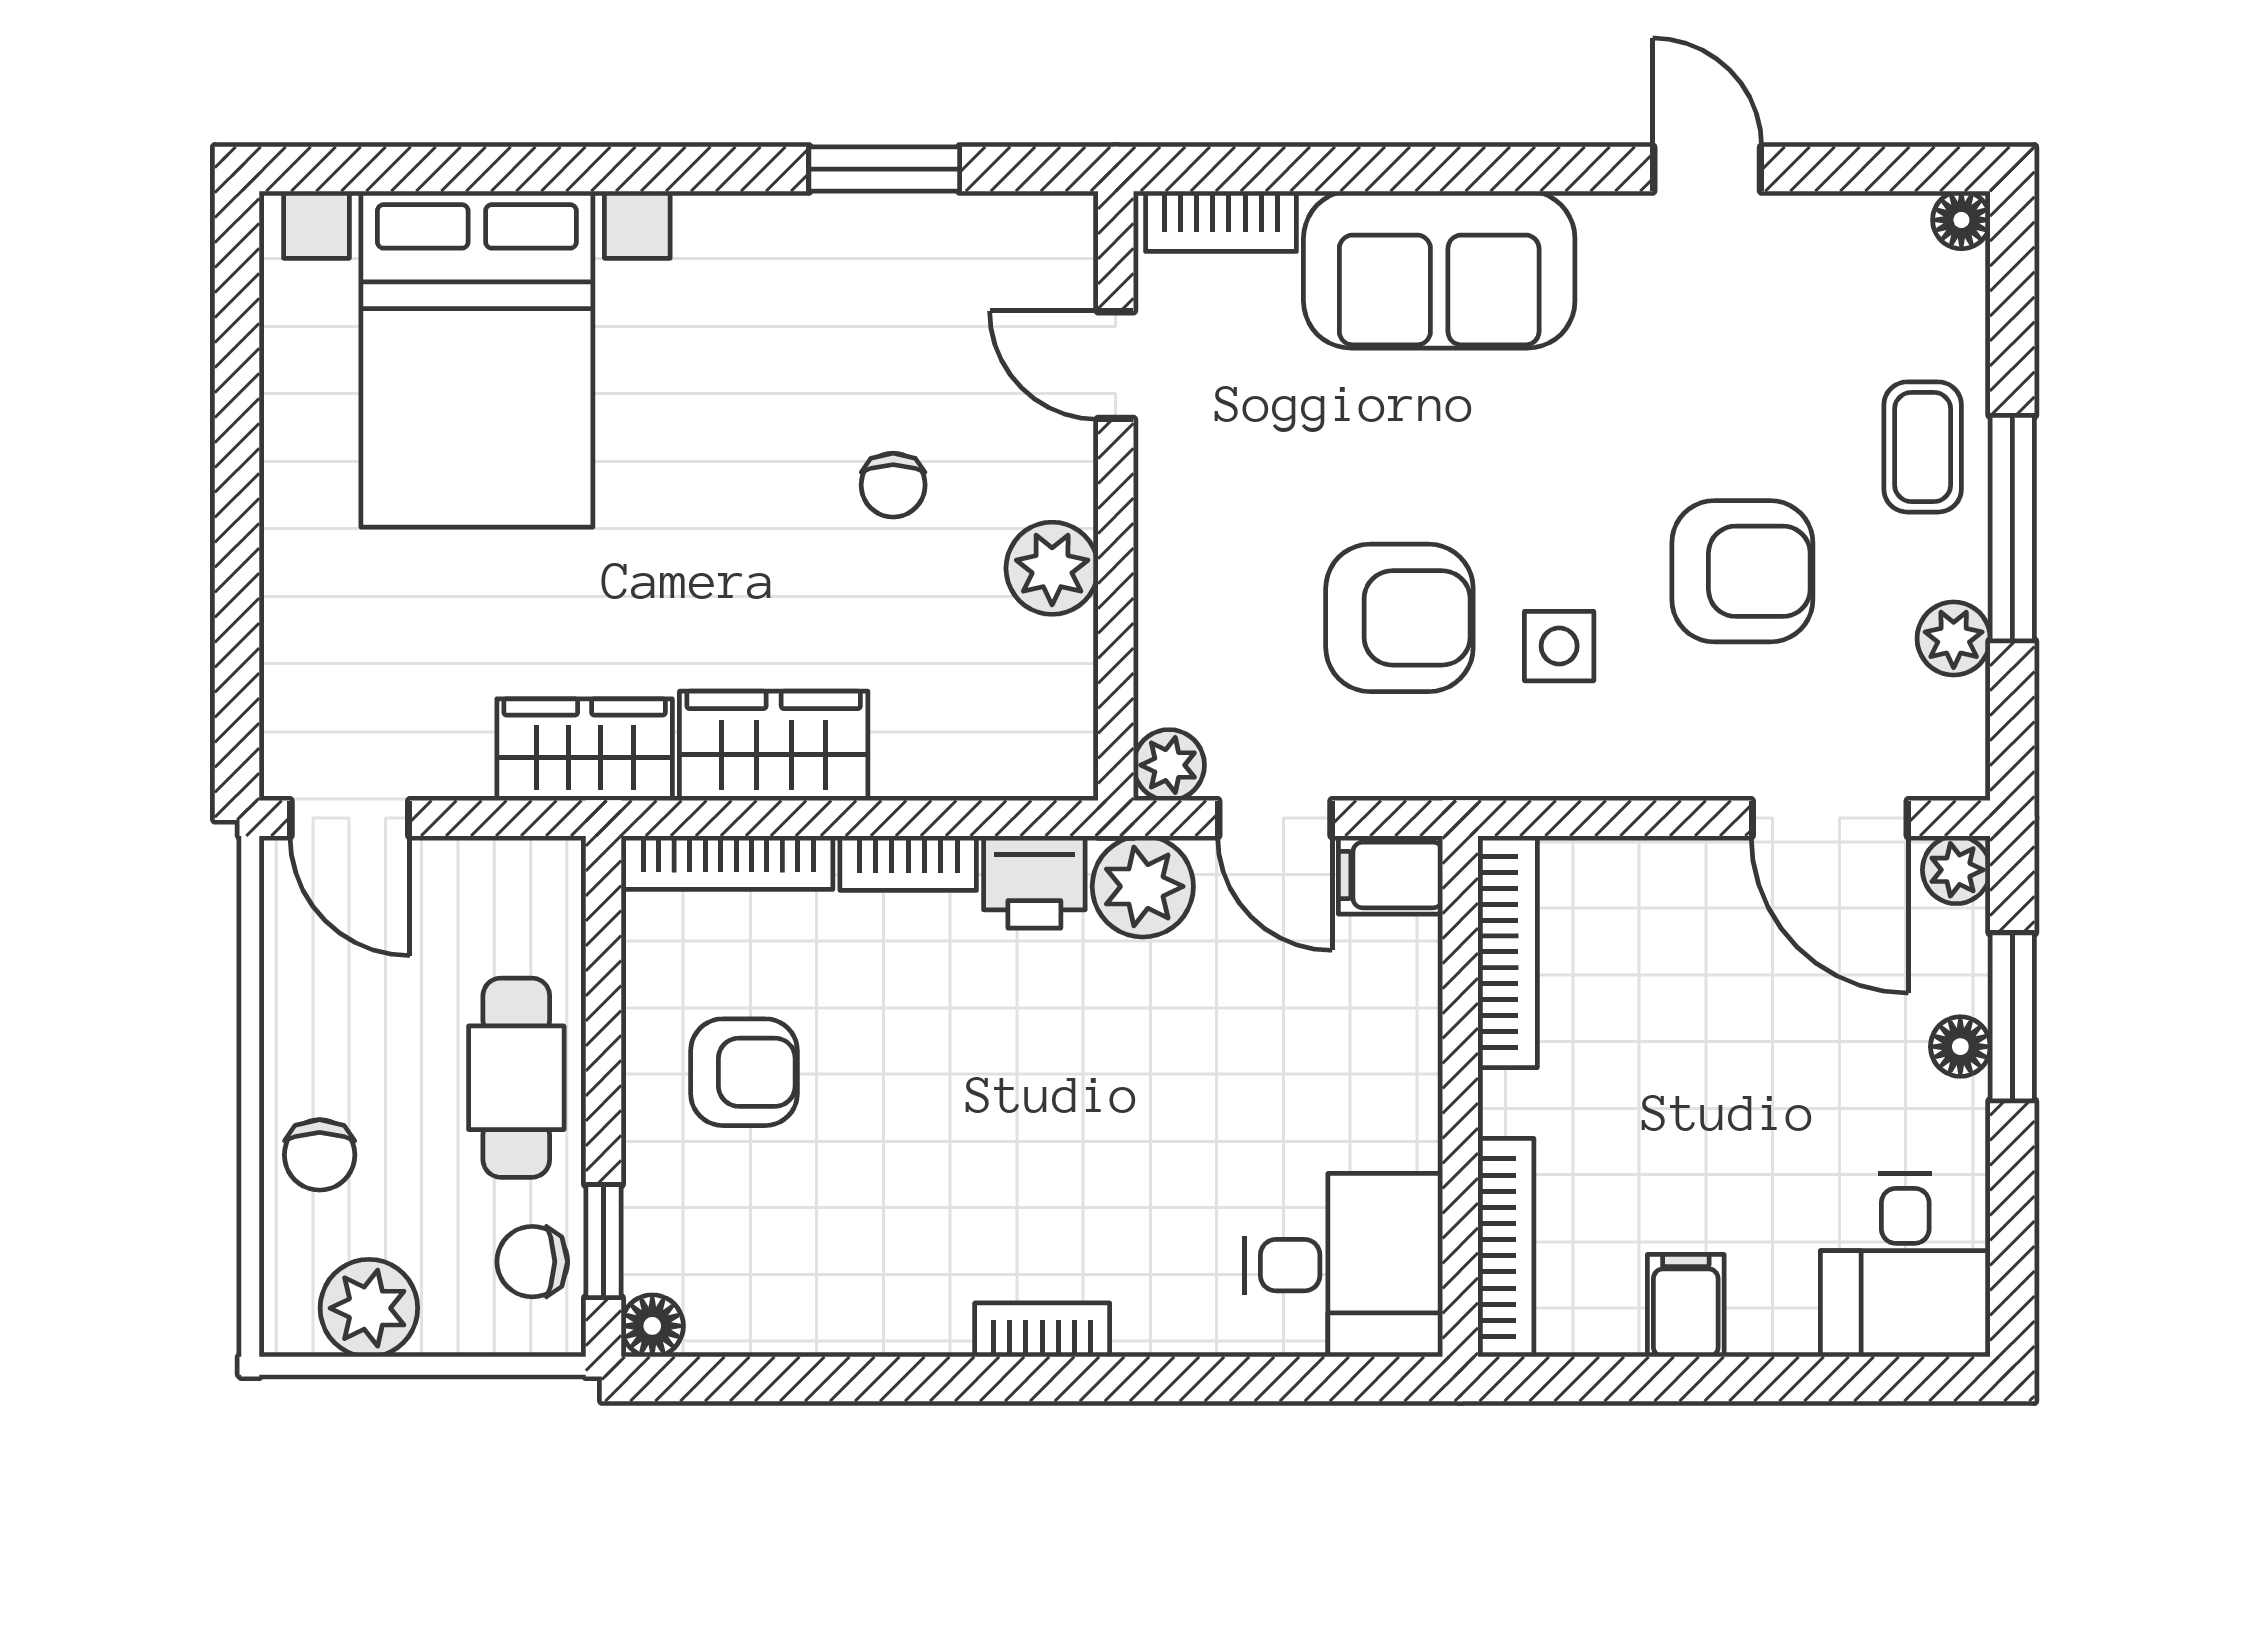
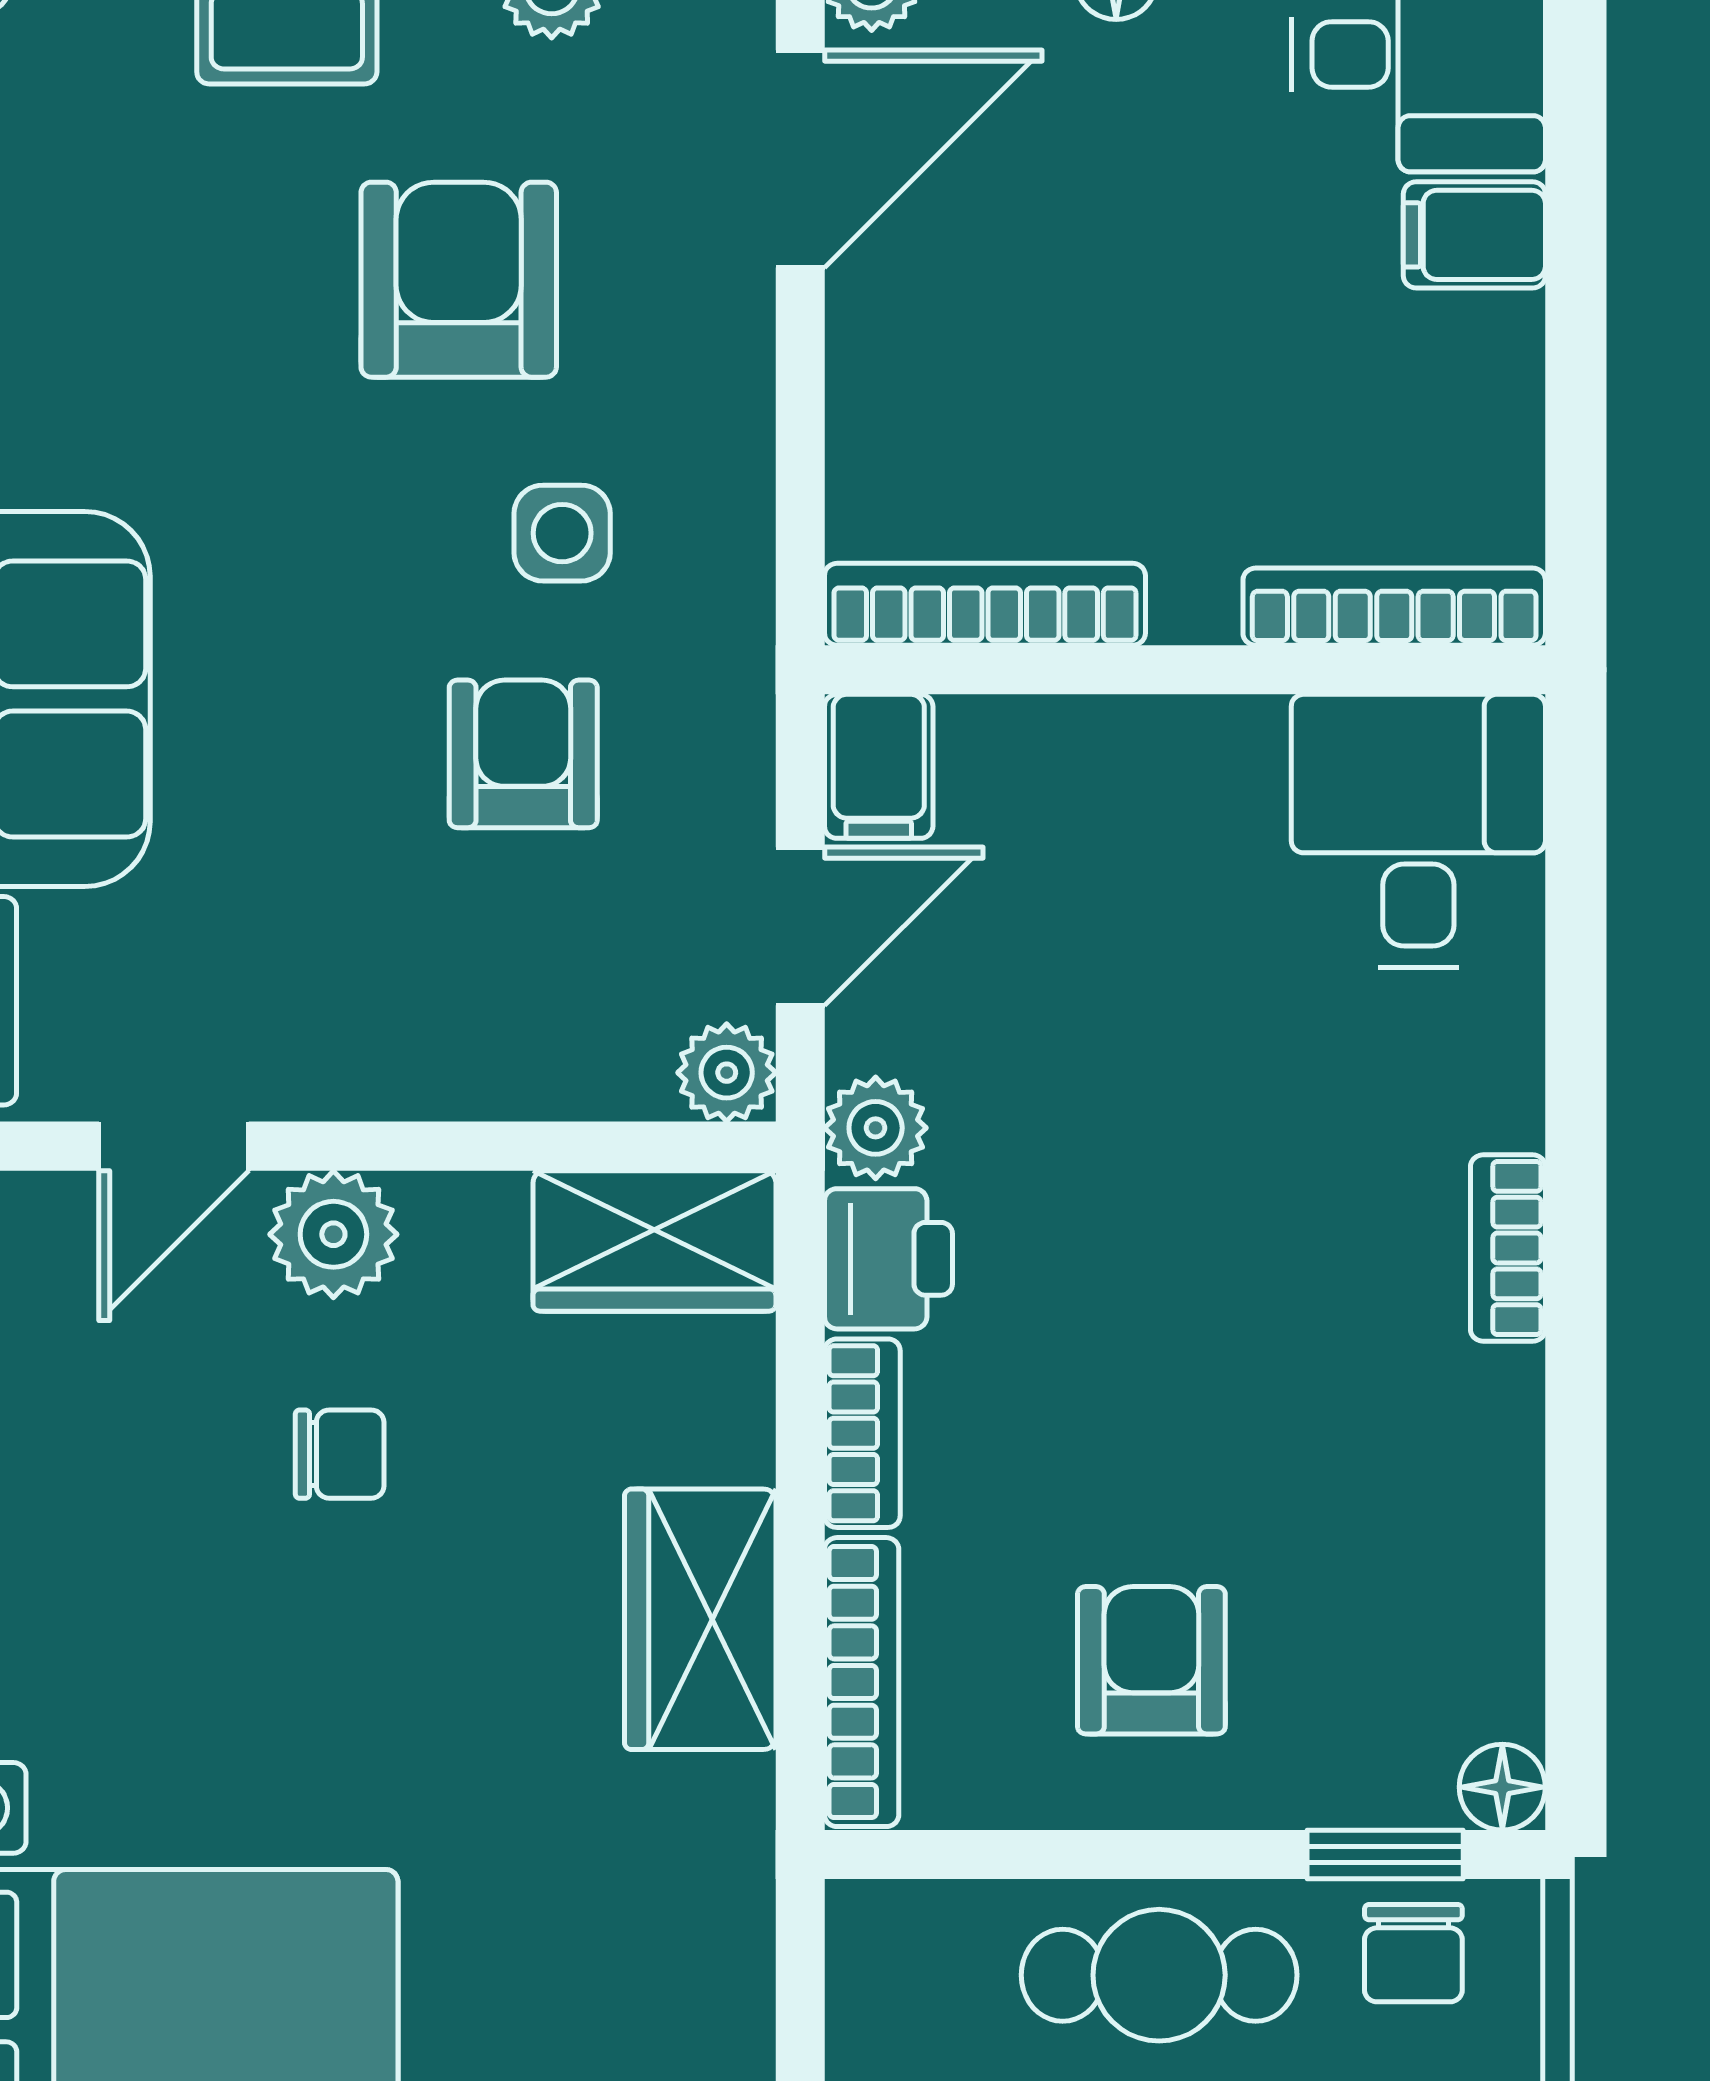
plant: (1052, 568) -> (333, 1234), moved
armchair: (1399, 618) -> (523, 754), width x0.72, depth x0.72
wardrobe: (585, 750) -> (654, 1241), moved, turned -90
plant: (1143, 886) -> (876, 1128), width x0.73, depth x0.73
filing cabinet: (1686, 1306) -> (1474, 235), moved

